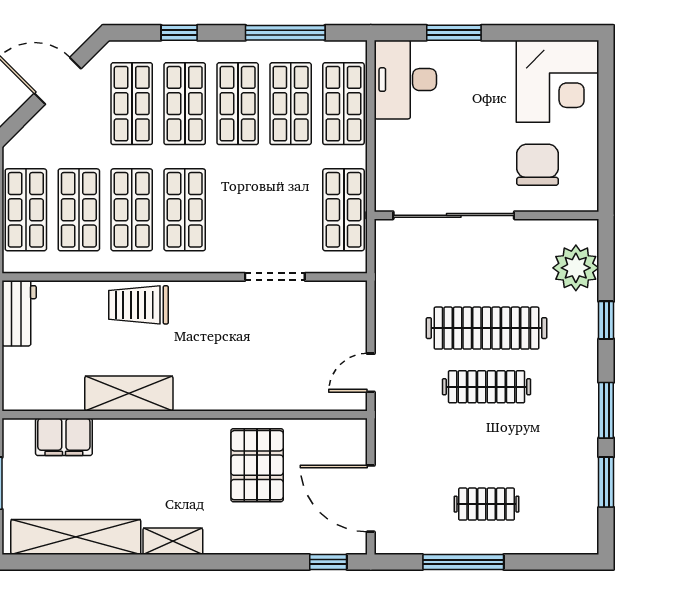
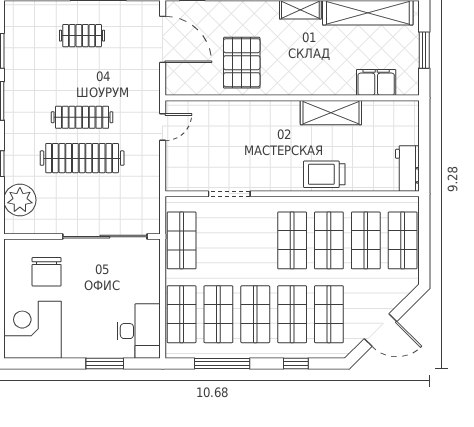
trolley: (139, 305) -> (324, 174), turned 180

